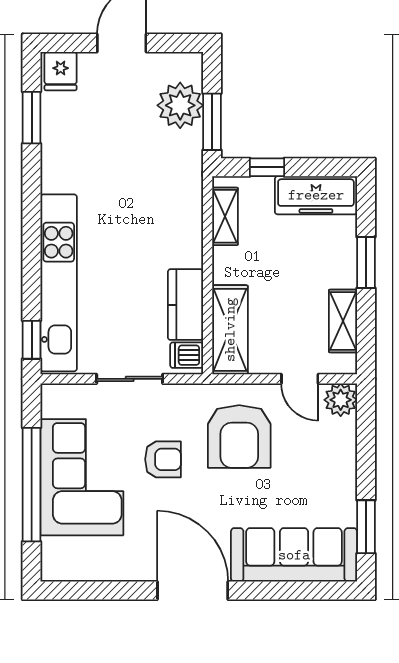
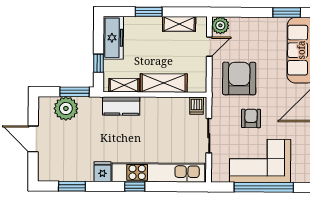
fridge: (61, 71) -> (102, 172), moved, turned -90
kitchen counter: (185, 305) -> (121, 106), moved
shelving: (230, 330) -> (164, 83), moved
window: (32, 340) -> (135, 187), moved
armchair: (239, 436) -> (239, 78), turned -90

